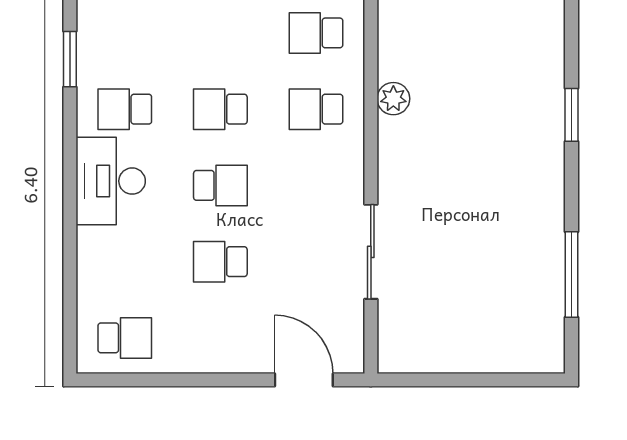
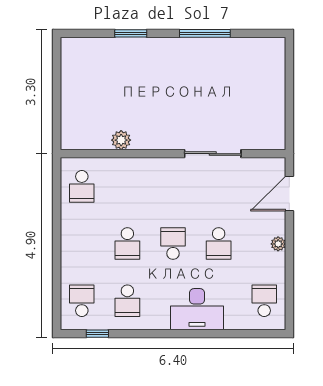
window: (70, 59) -> (97, 334), width x0.67
school desk: (316, 109) -> (82, 301), moved, turned 180
desk: (111, 181) -> (197, 309), moved
window: (571, 274) -> (205, 33), moved
plant: (220, 361) -> (278, 244), added

